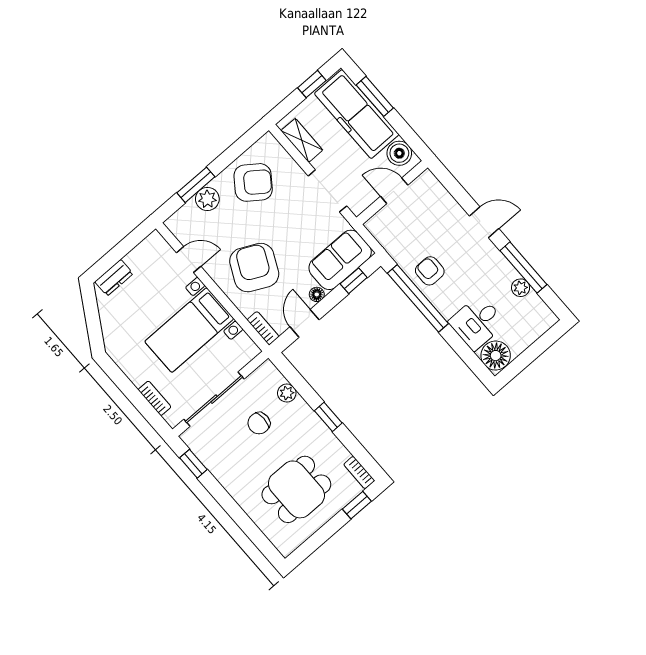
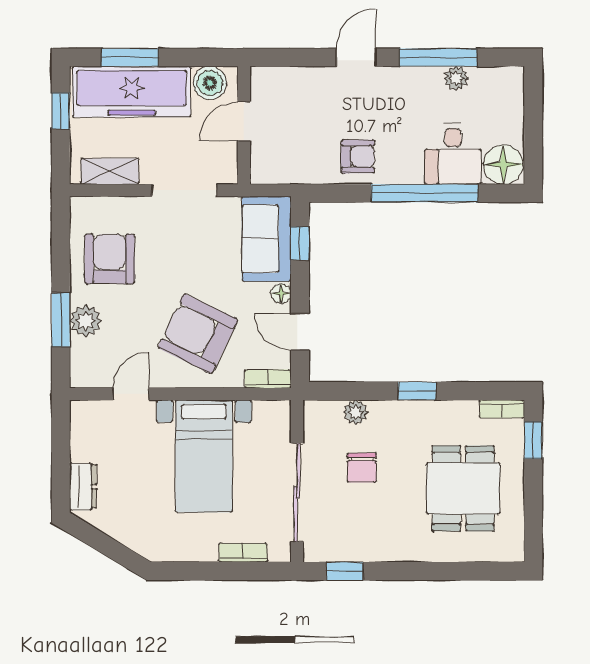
armchair: (253, 182) -> (110, 259), turned -36
armchair: (430, 271) -> (358, 157), turned 180
window: (418, 298) -> (425, 193), moved

